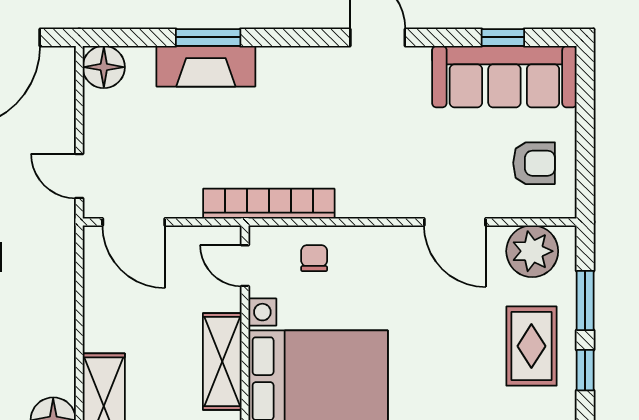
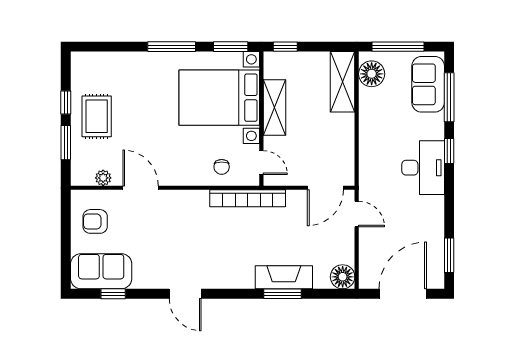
sofa: (504, 77) -> (101, 271), width x0.73
door: (134, 222) -> (325, 188), swing flipped
plant: (532, 251) -> (103, 178), width x0.53, depth x0.53

